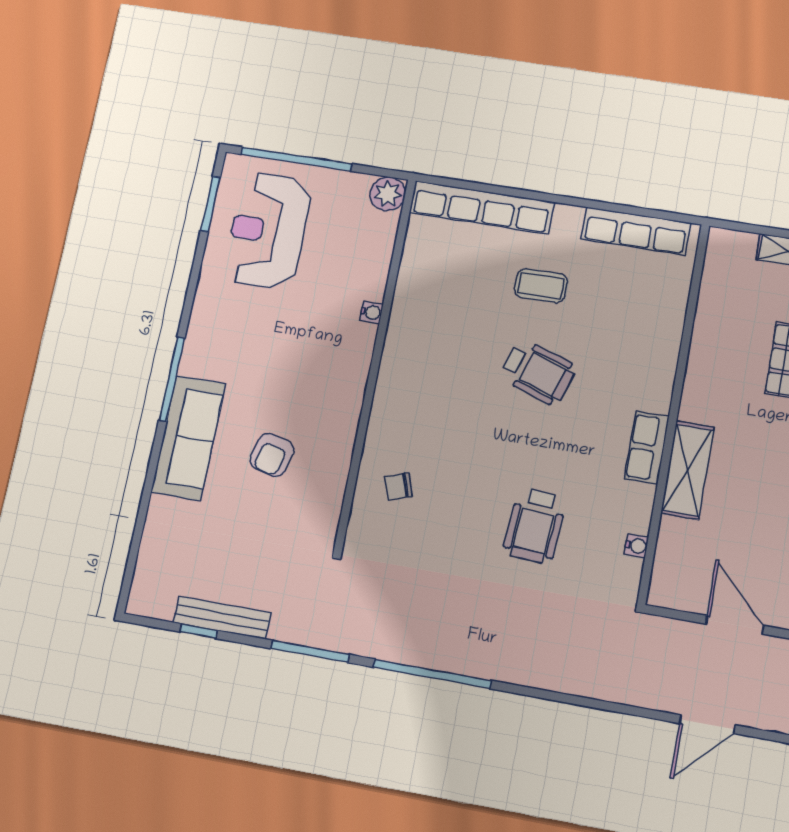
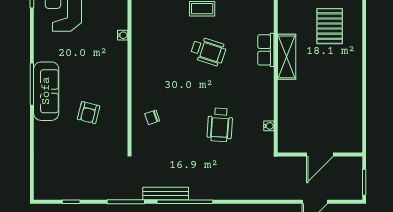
sofa: (188, 438) -> (46, 91), moved
row of seats: (647, 448) -> (266, 50), moved
shelving: (687, 470) -> (287, 57), moved
bench: (222, 618) -> (166, 194), moved
door: (735, 625) -> (320, 155), swing flipped

